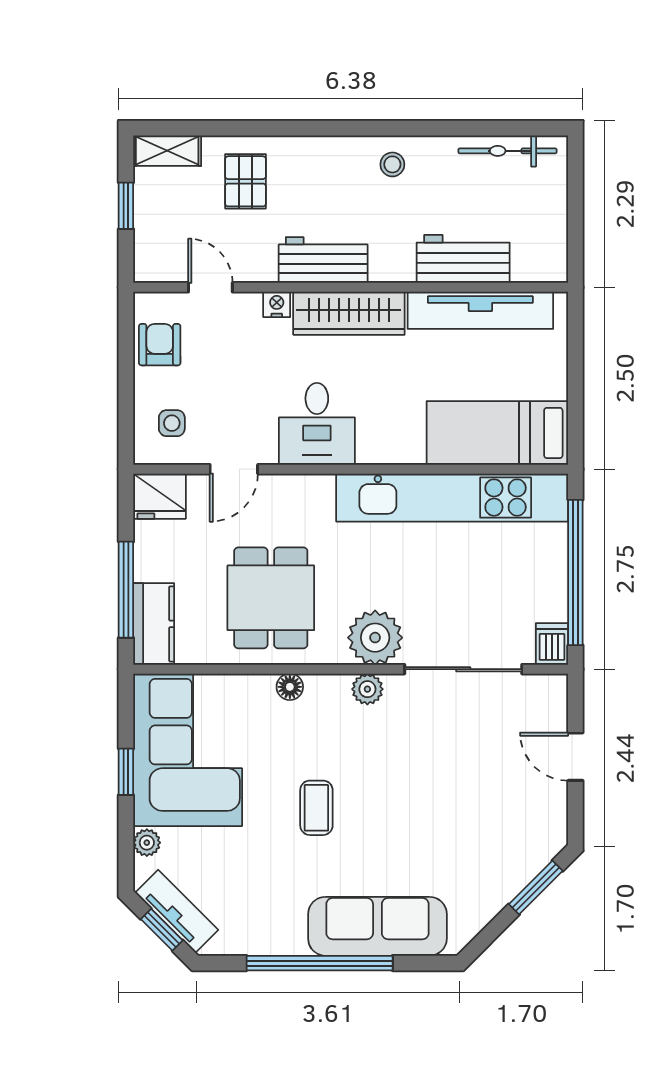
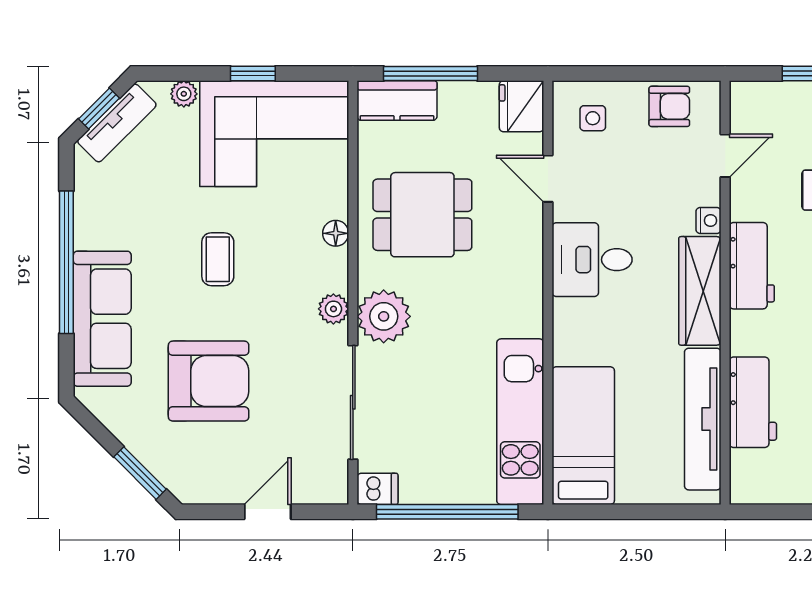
kitchen unit: (452, 498) -> (520, 422), width x0.73
coffee table: (316, 808) -> (218, 259), turned 90
armchair: (441, 817) -> (209, 381), added

